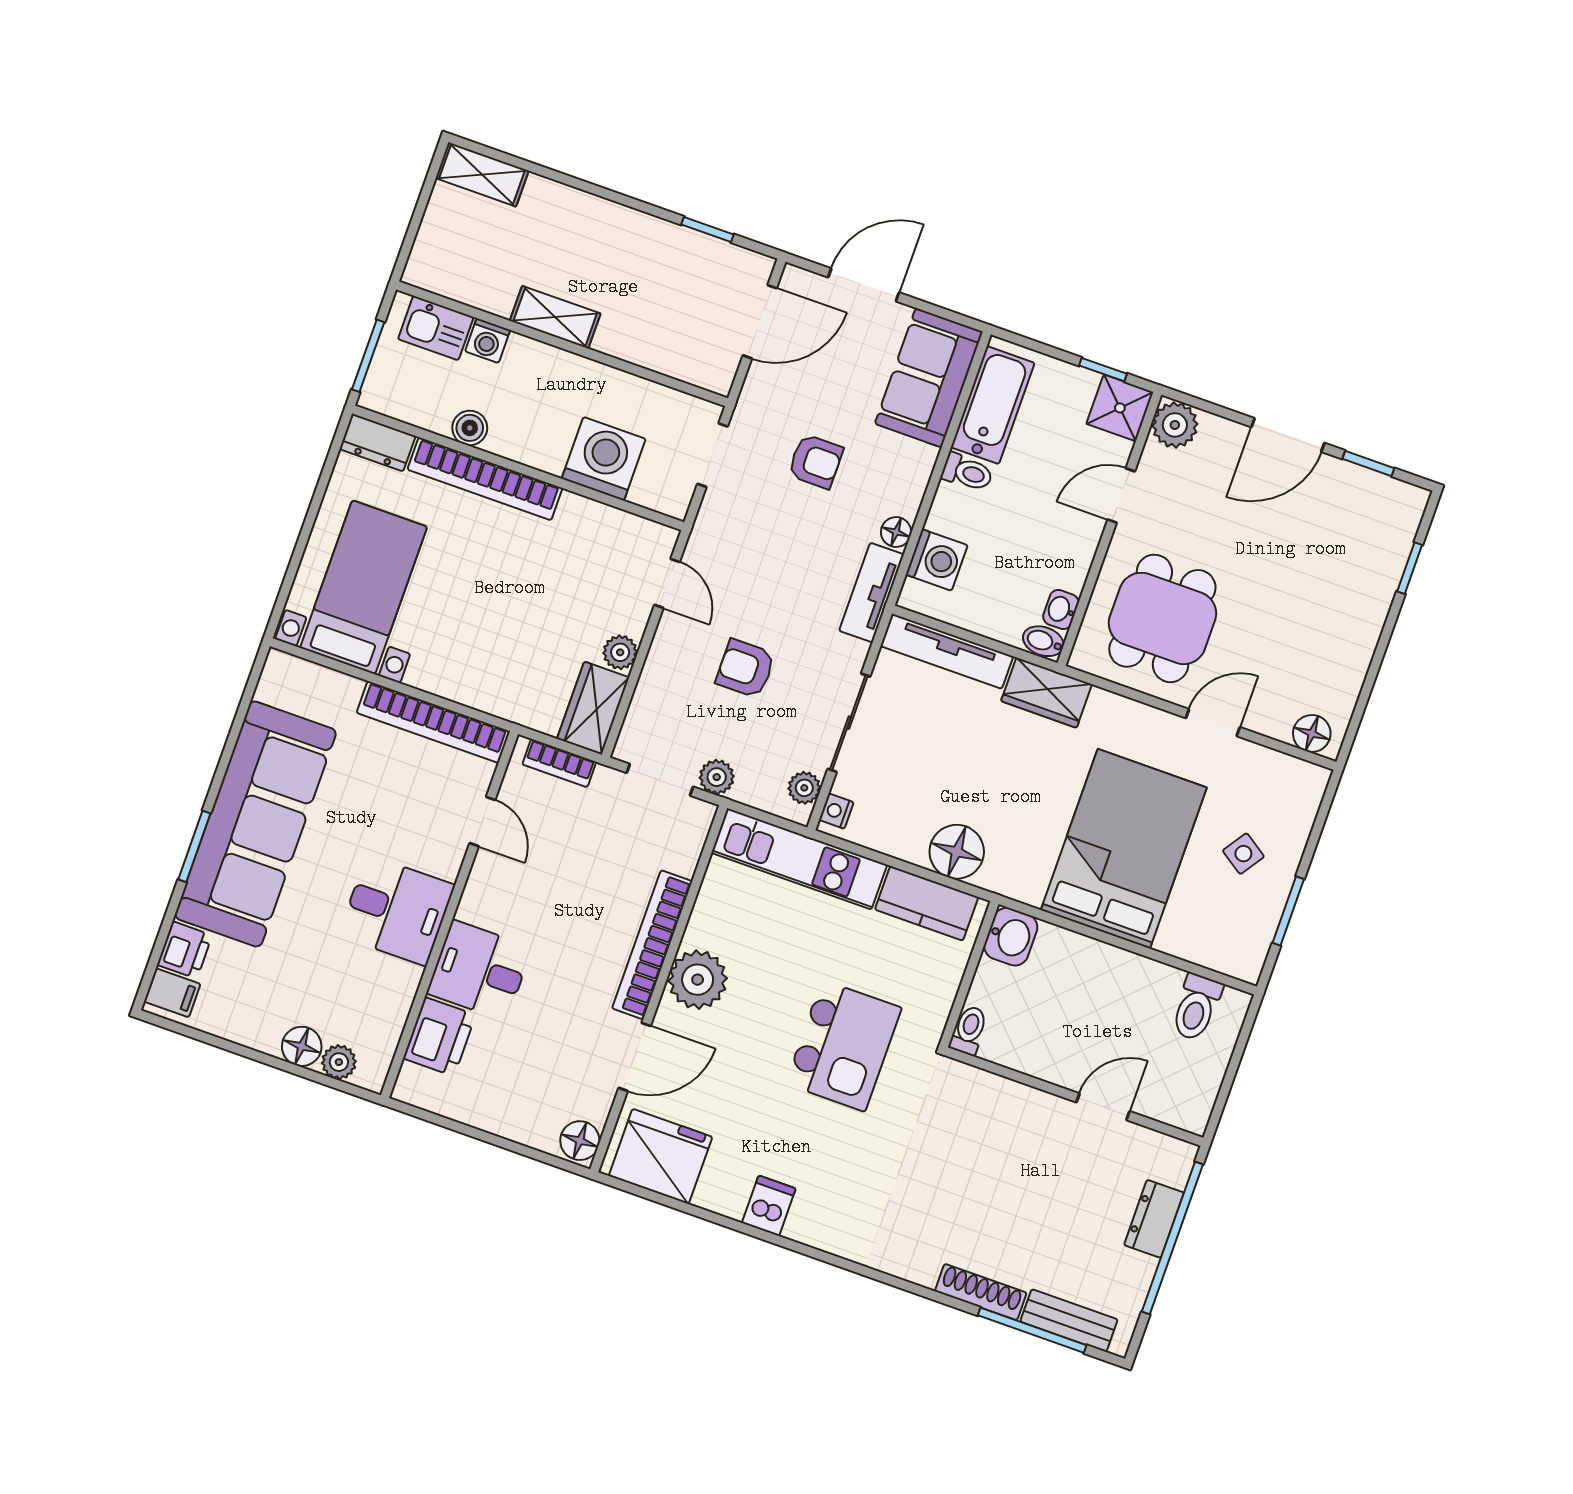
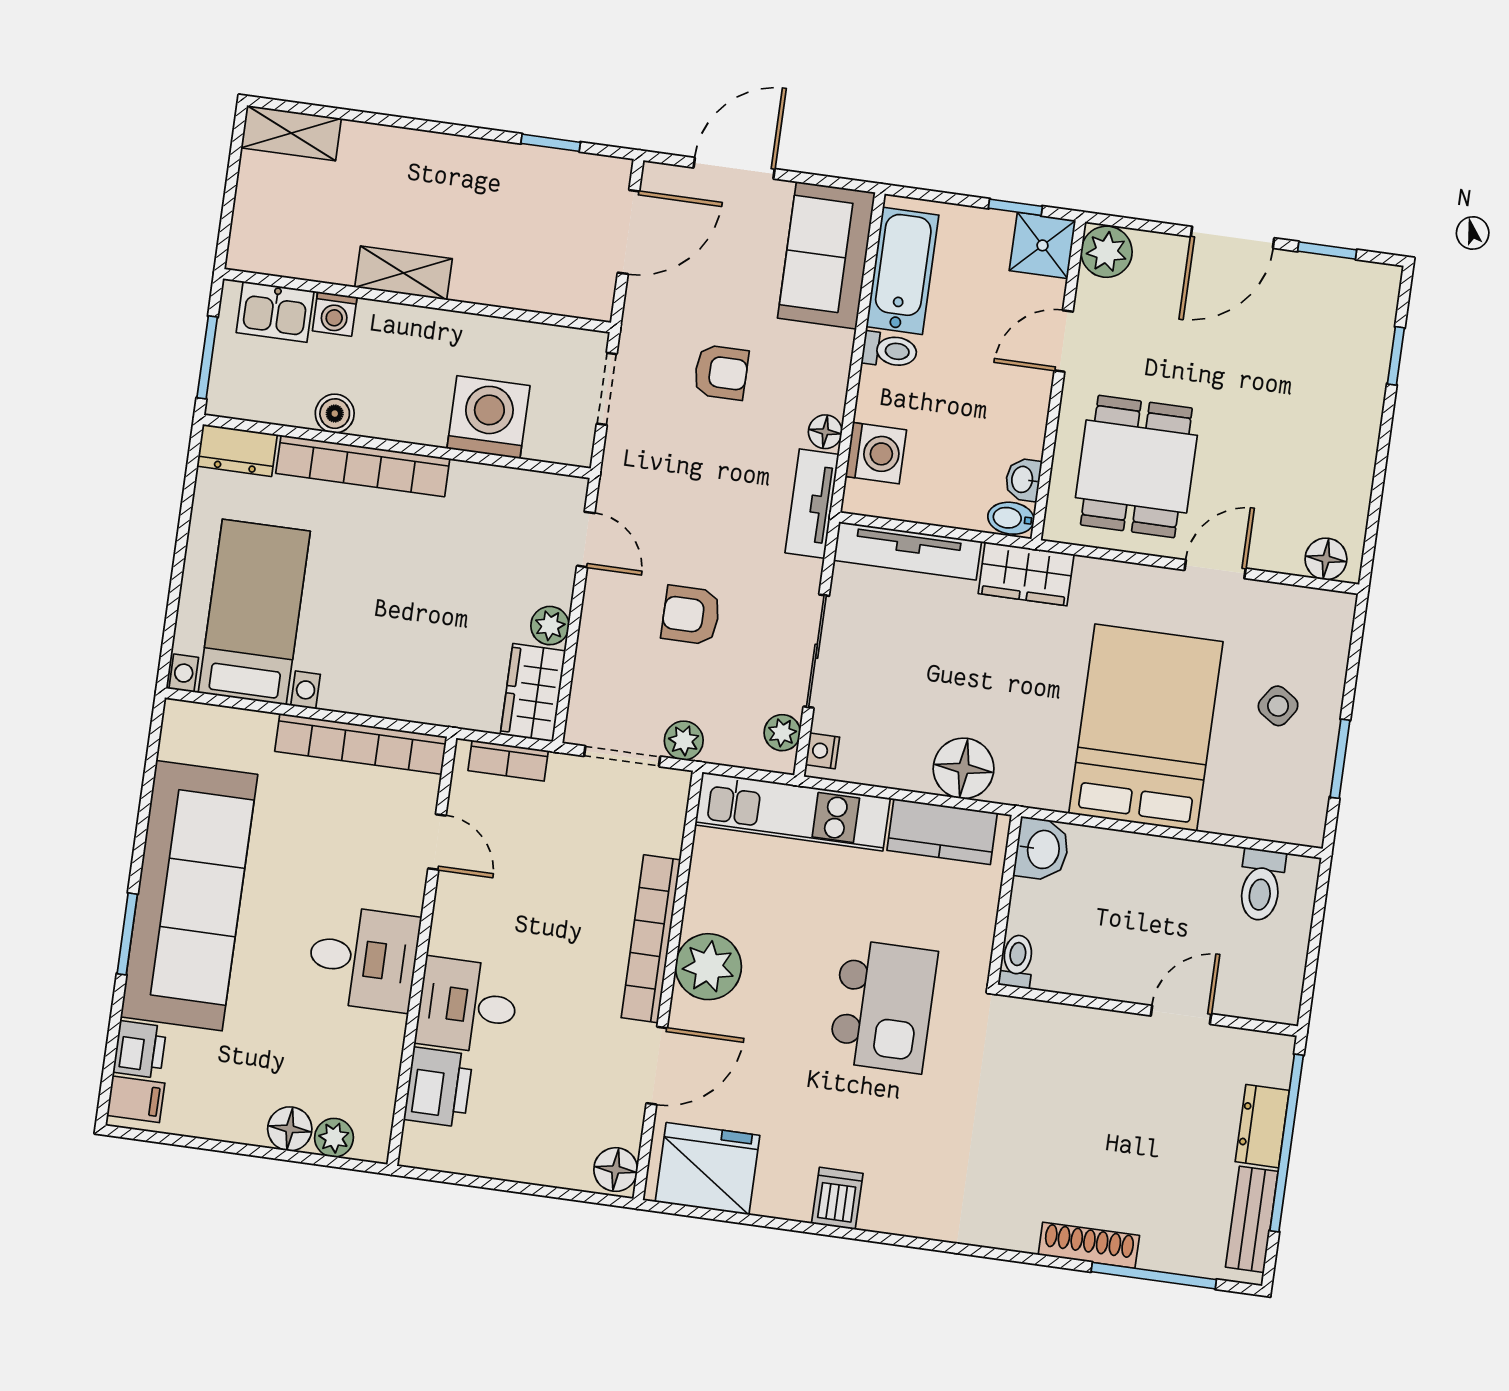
bench: (1069, 1320) -> (1252, 1219), moved, turned 90

